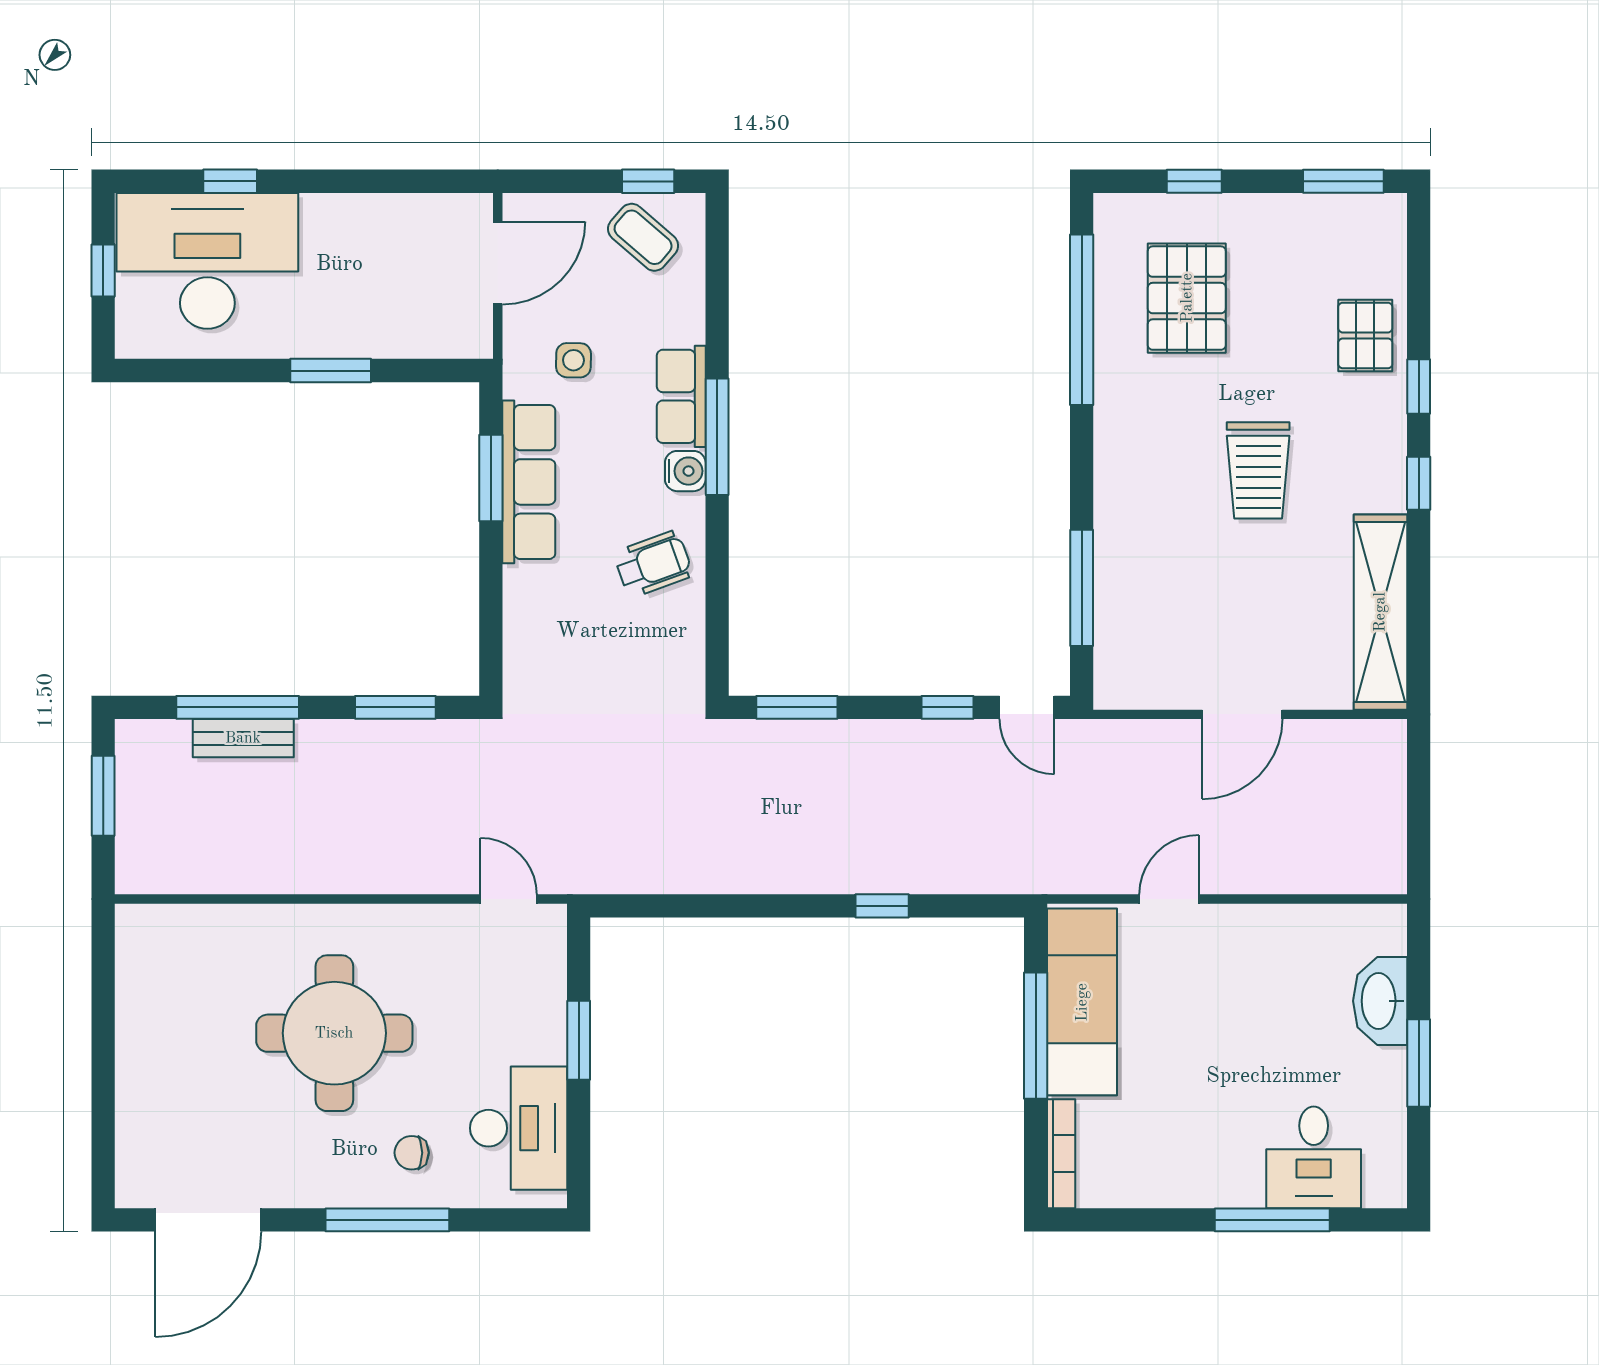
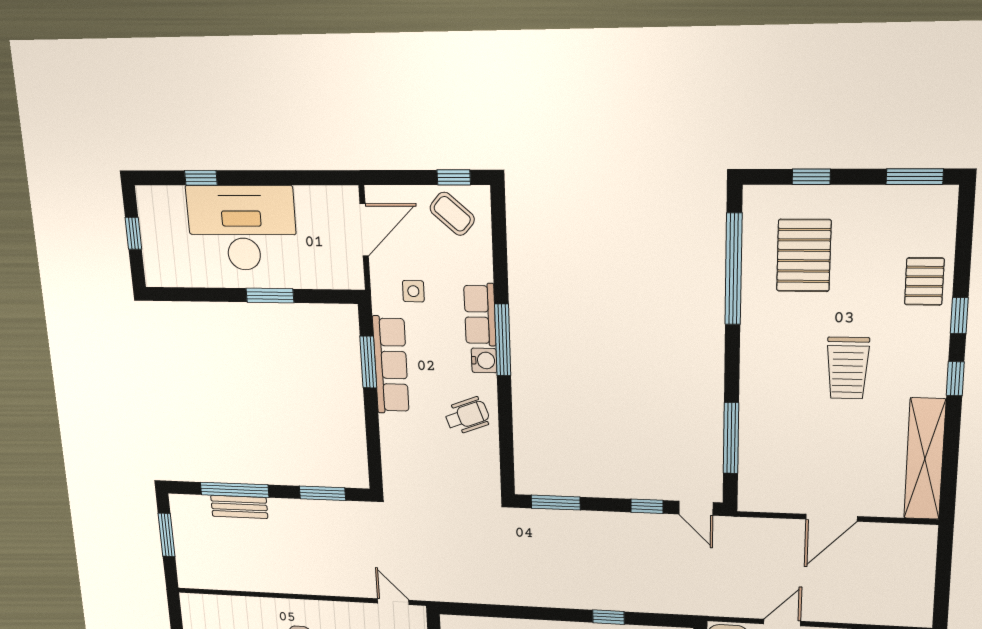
desk: (207, 261) -> (242, 228), moved

